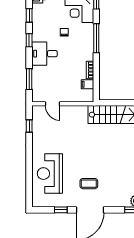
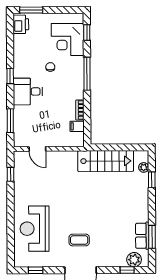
window: (29, 15) -> (10, 48), removed
window: (61, 210) -> (36, 270), moved

